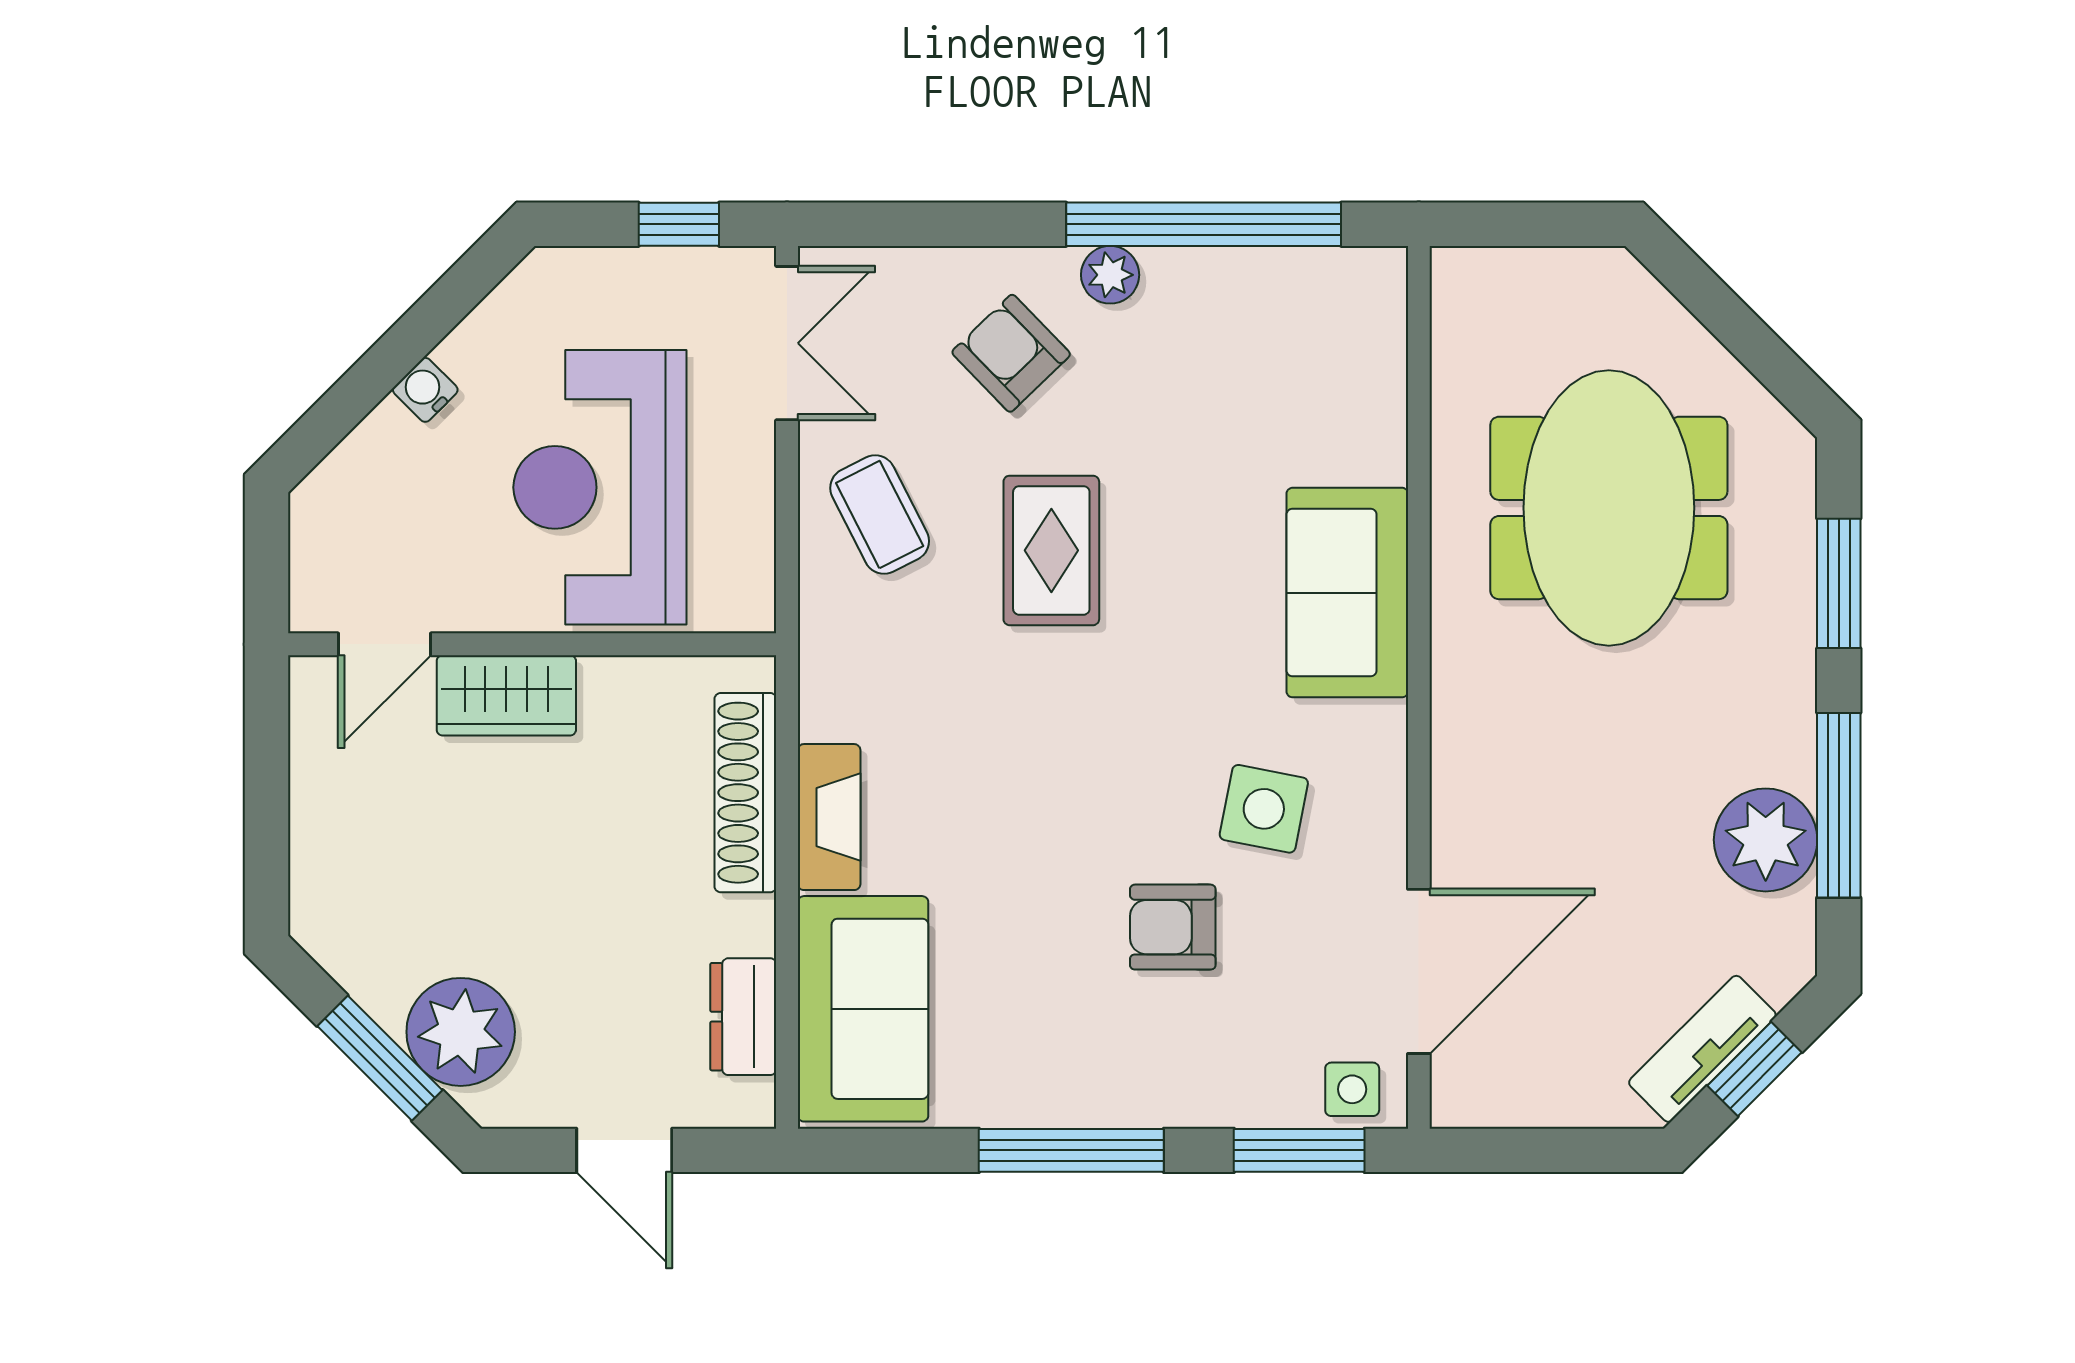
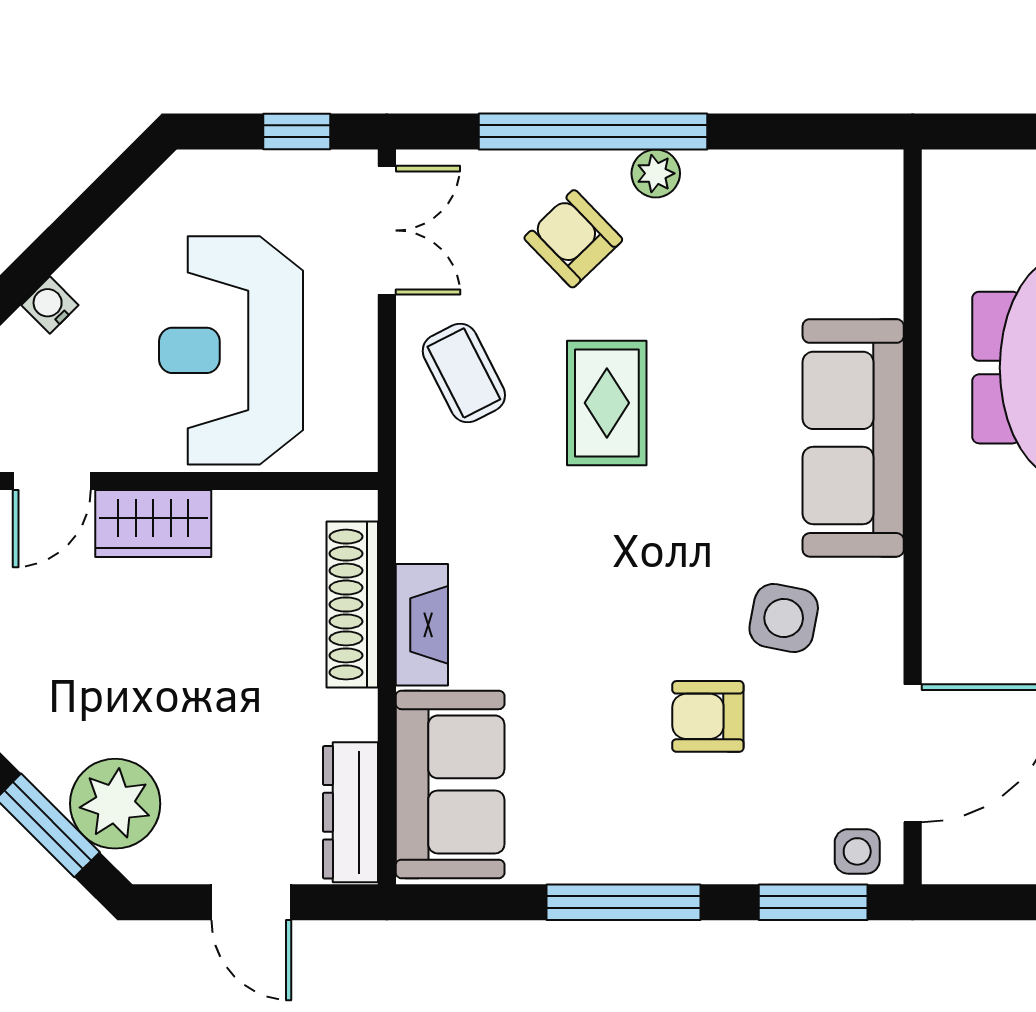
window: (1204, 224) -> (593, 131), moved
water cooler: (425, 390) -> (50, 305), moved
sofa: (1347, 593) -> (853, 438), width x1.36
dresser: (743, 1017) -> (350, 812), width x1.44

